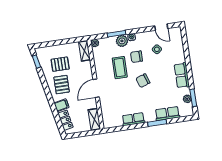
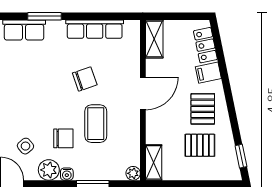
plant: (122, 41) -> (49, 170), moved
chair: (143, 81) -> (85, 79), moved
row of seats: (133, 119) -> (95, 29), width x1.48

